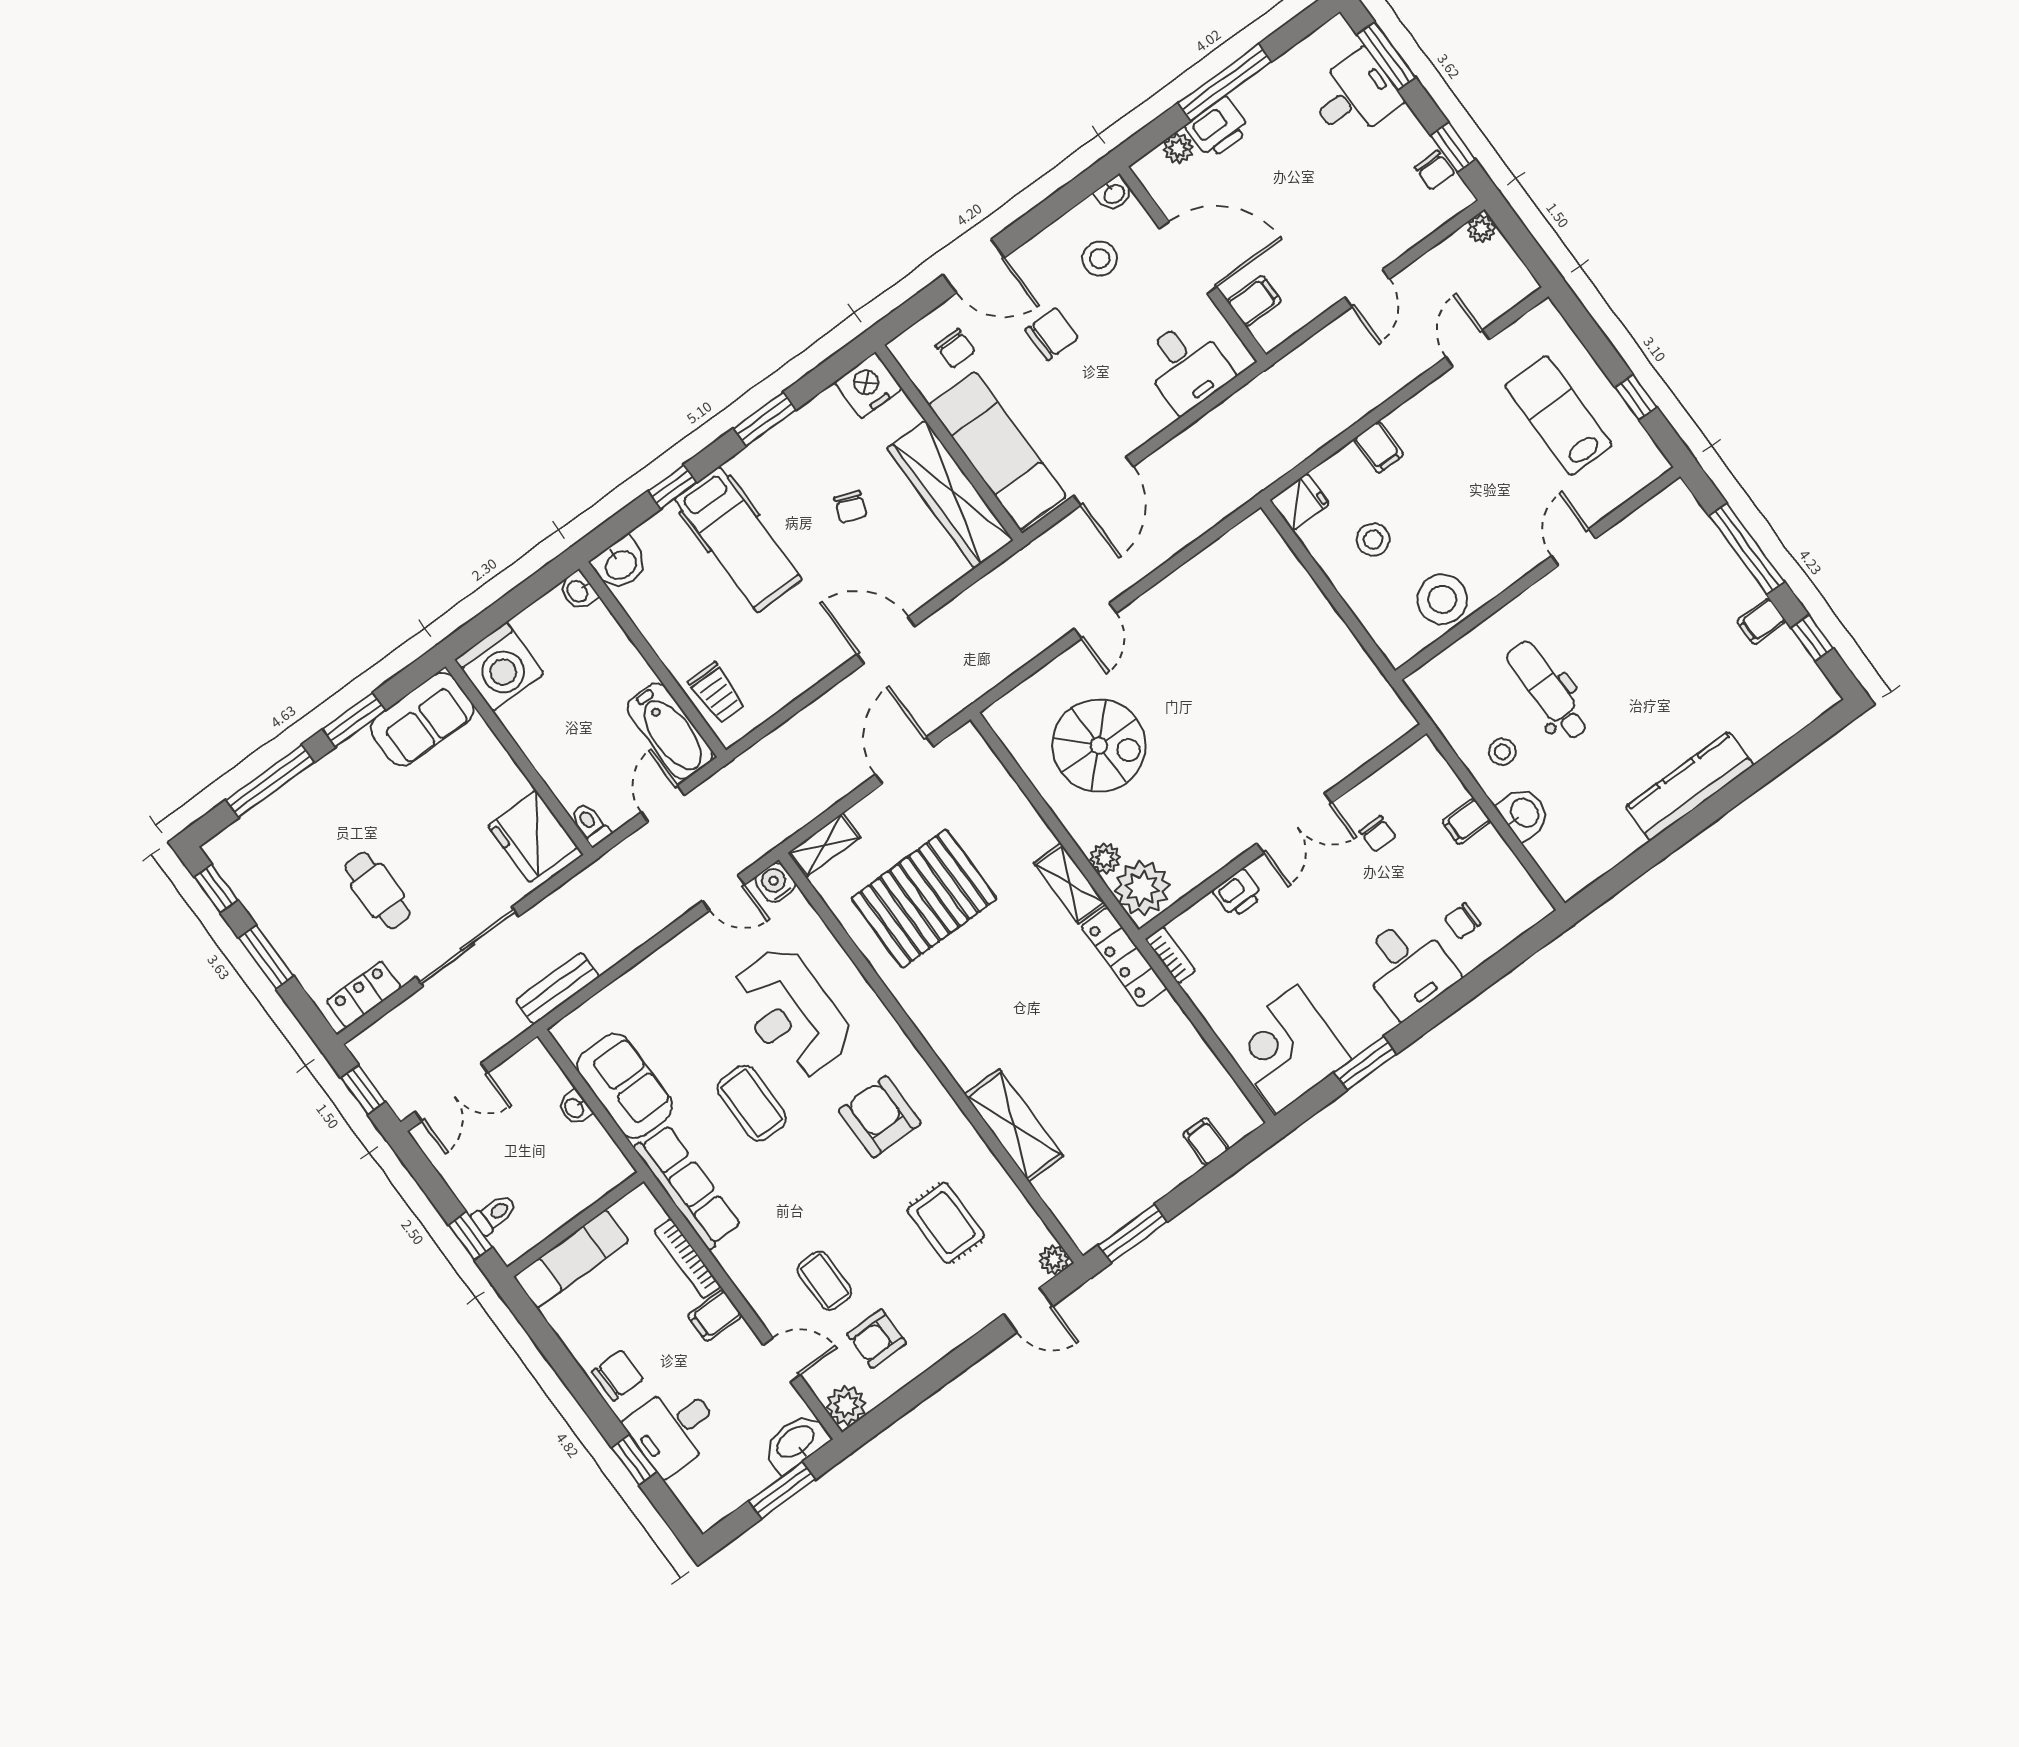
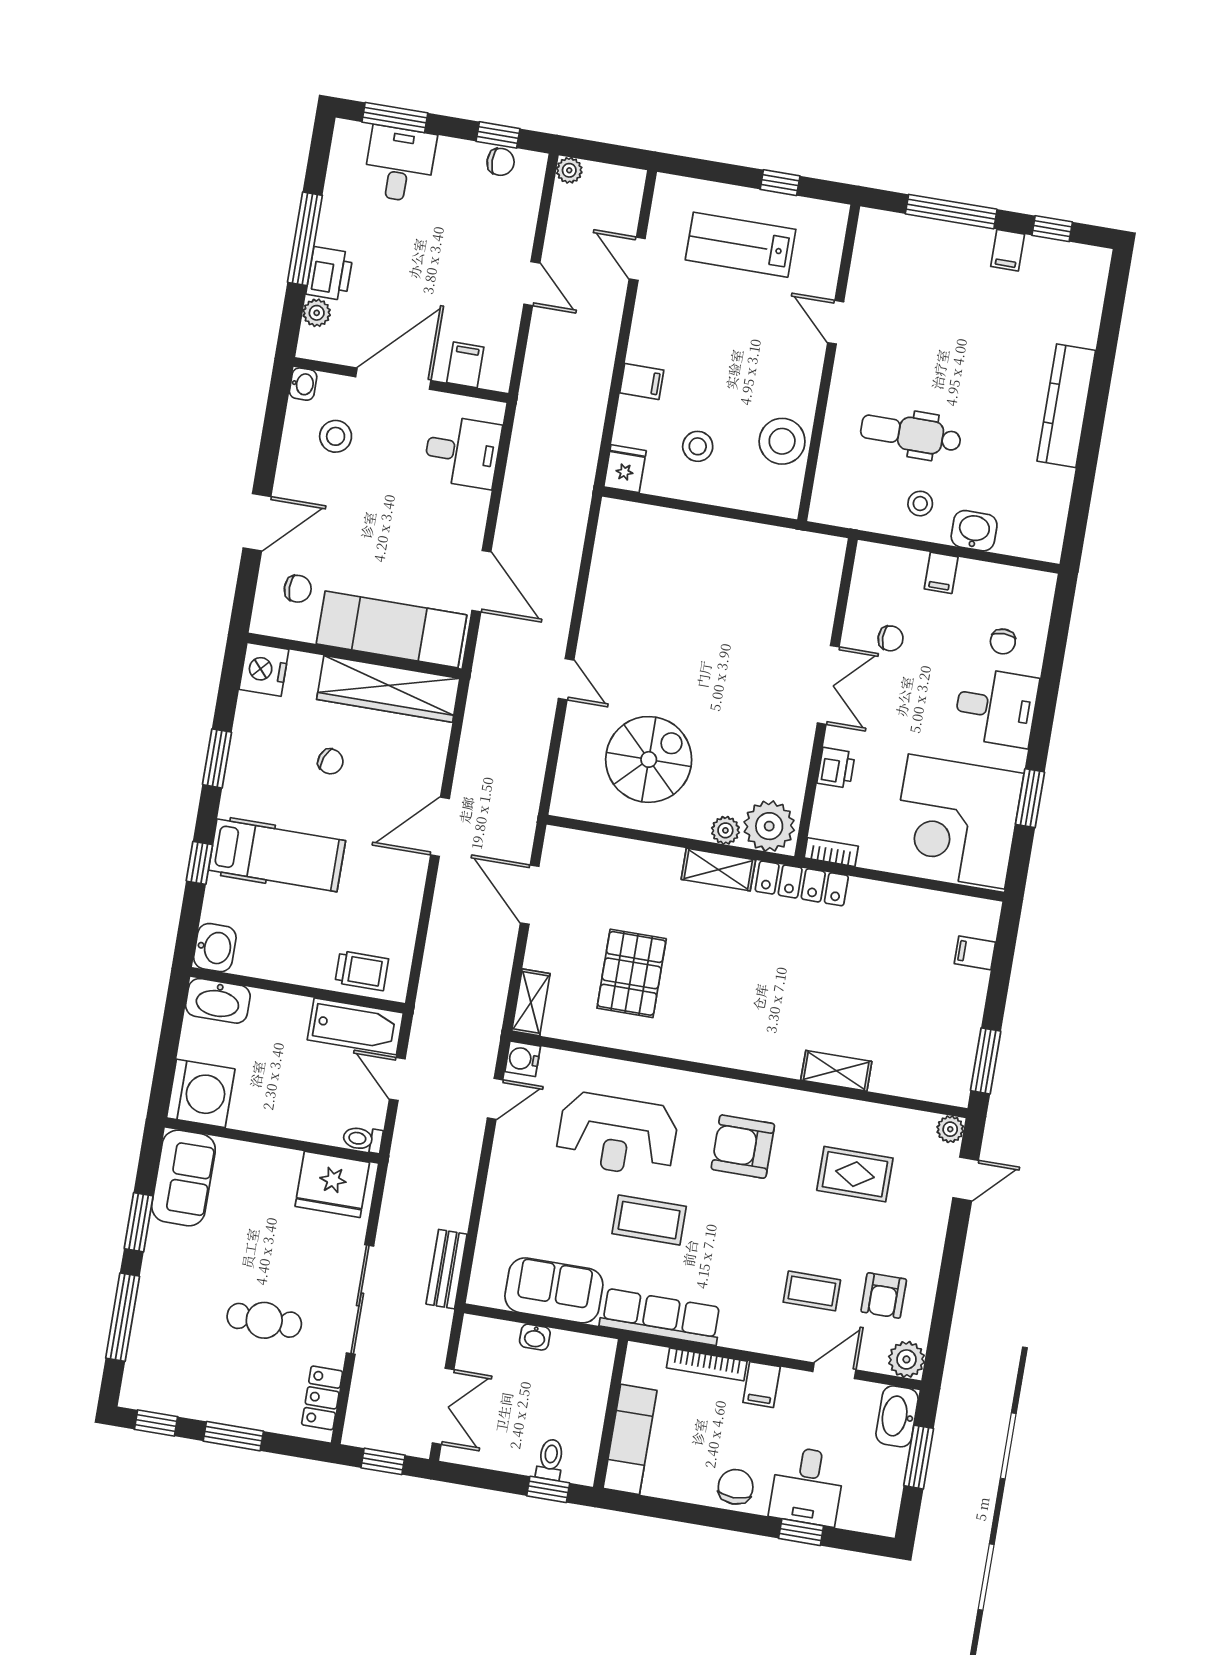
chair: (1052, 334) -> (352, 517), removed
washbasin: (578, 591) -> (218, 1001), width x1.91, depth x1.45
pallet: (924, 898) -> (632, 973), width x0.73, depth x0.71
corner desk: (1287, 1049) -> (956, 822), width x1.36, depth x1.36
shelving: (1014, 1125) -> (836, 1071), width x0.67, depth x0.75

